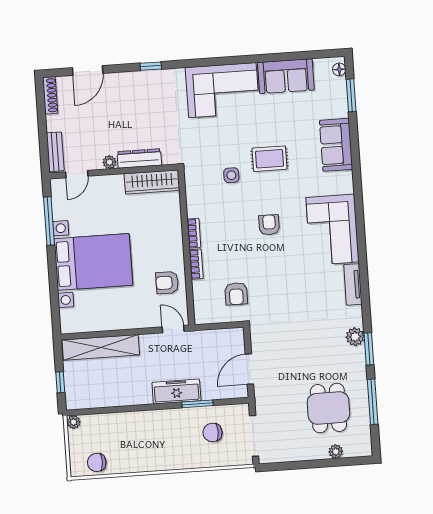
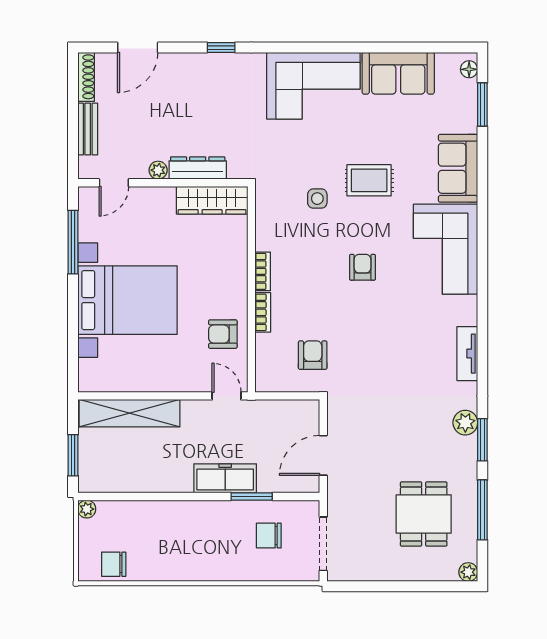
bench: (55, 152) -> (88, 129), moved
corner sofa: (333, 230) -> (446, 249), moved
armchair: (236, 294) -> (313, 355), turned 180
window: (60, 382) -> (73, 455), width x1.50
plant: (336, 452) -> (468, 572), moved

